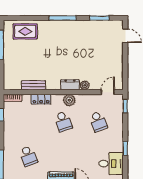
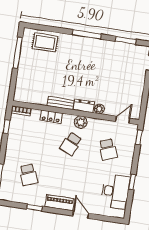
bench: (33, 85) -> (60, 103), moved
school desk: (63, 122) -> (71, 144), turned 42
desk: (111, 164) -> (115, 192), width x1.37

